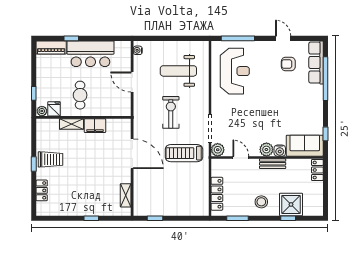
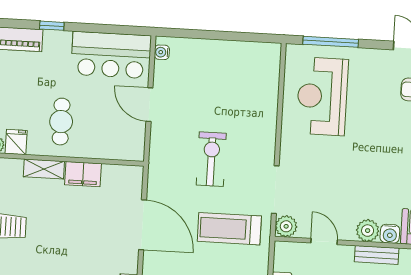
bar counter: (90, 54) -> (111, 55), moved
weight bench: (178, 71) -> (228, 91), removed
reception desk: (235, 71) -> (322, 96), turned 180

